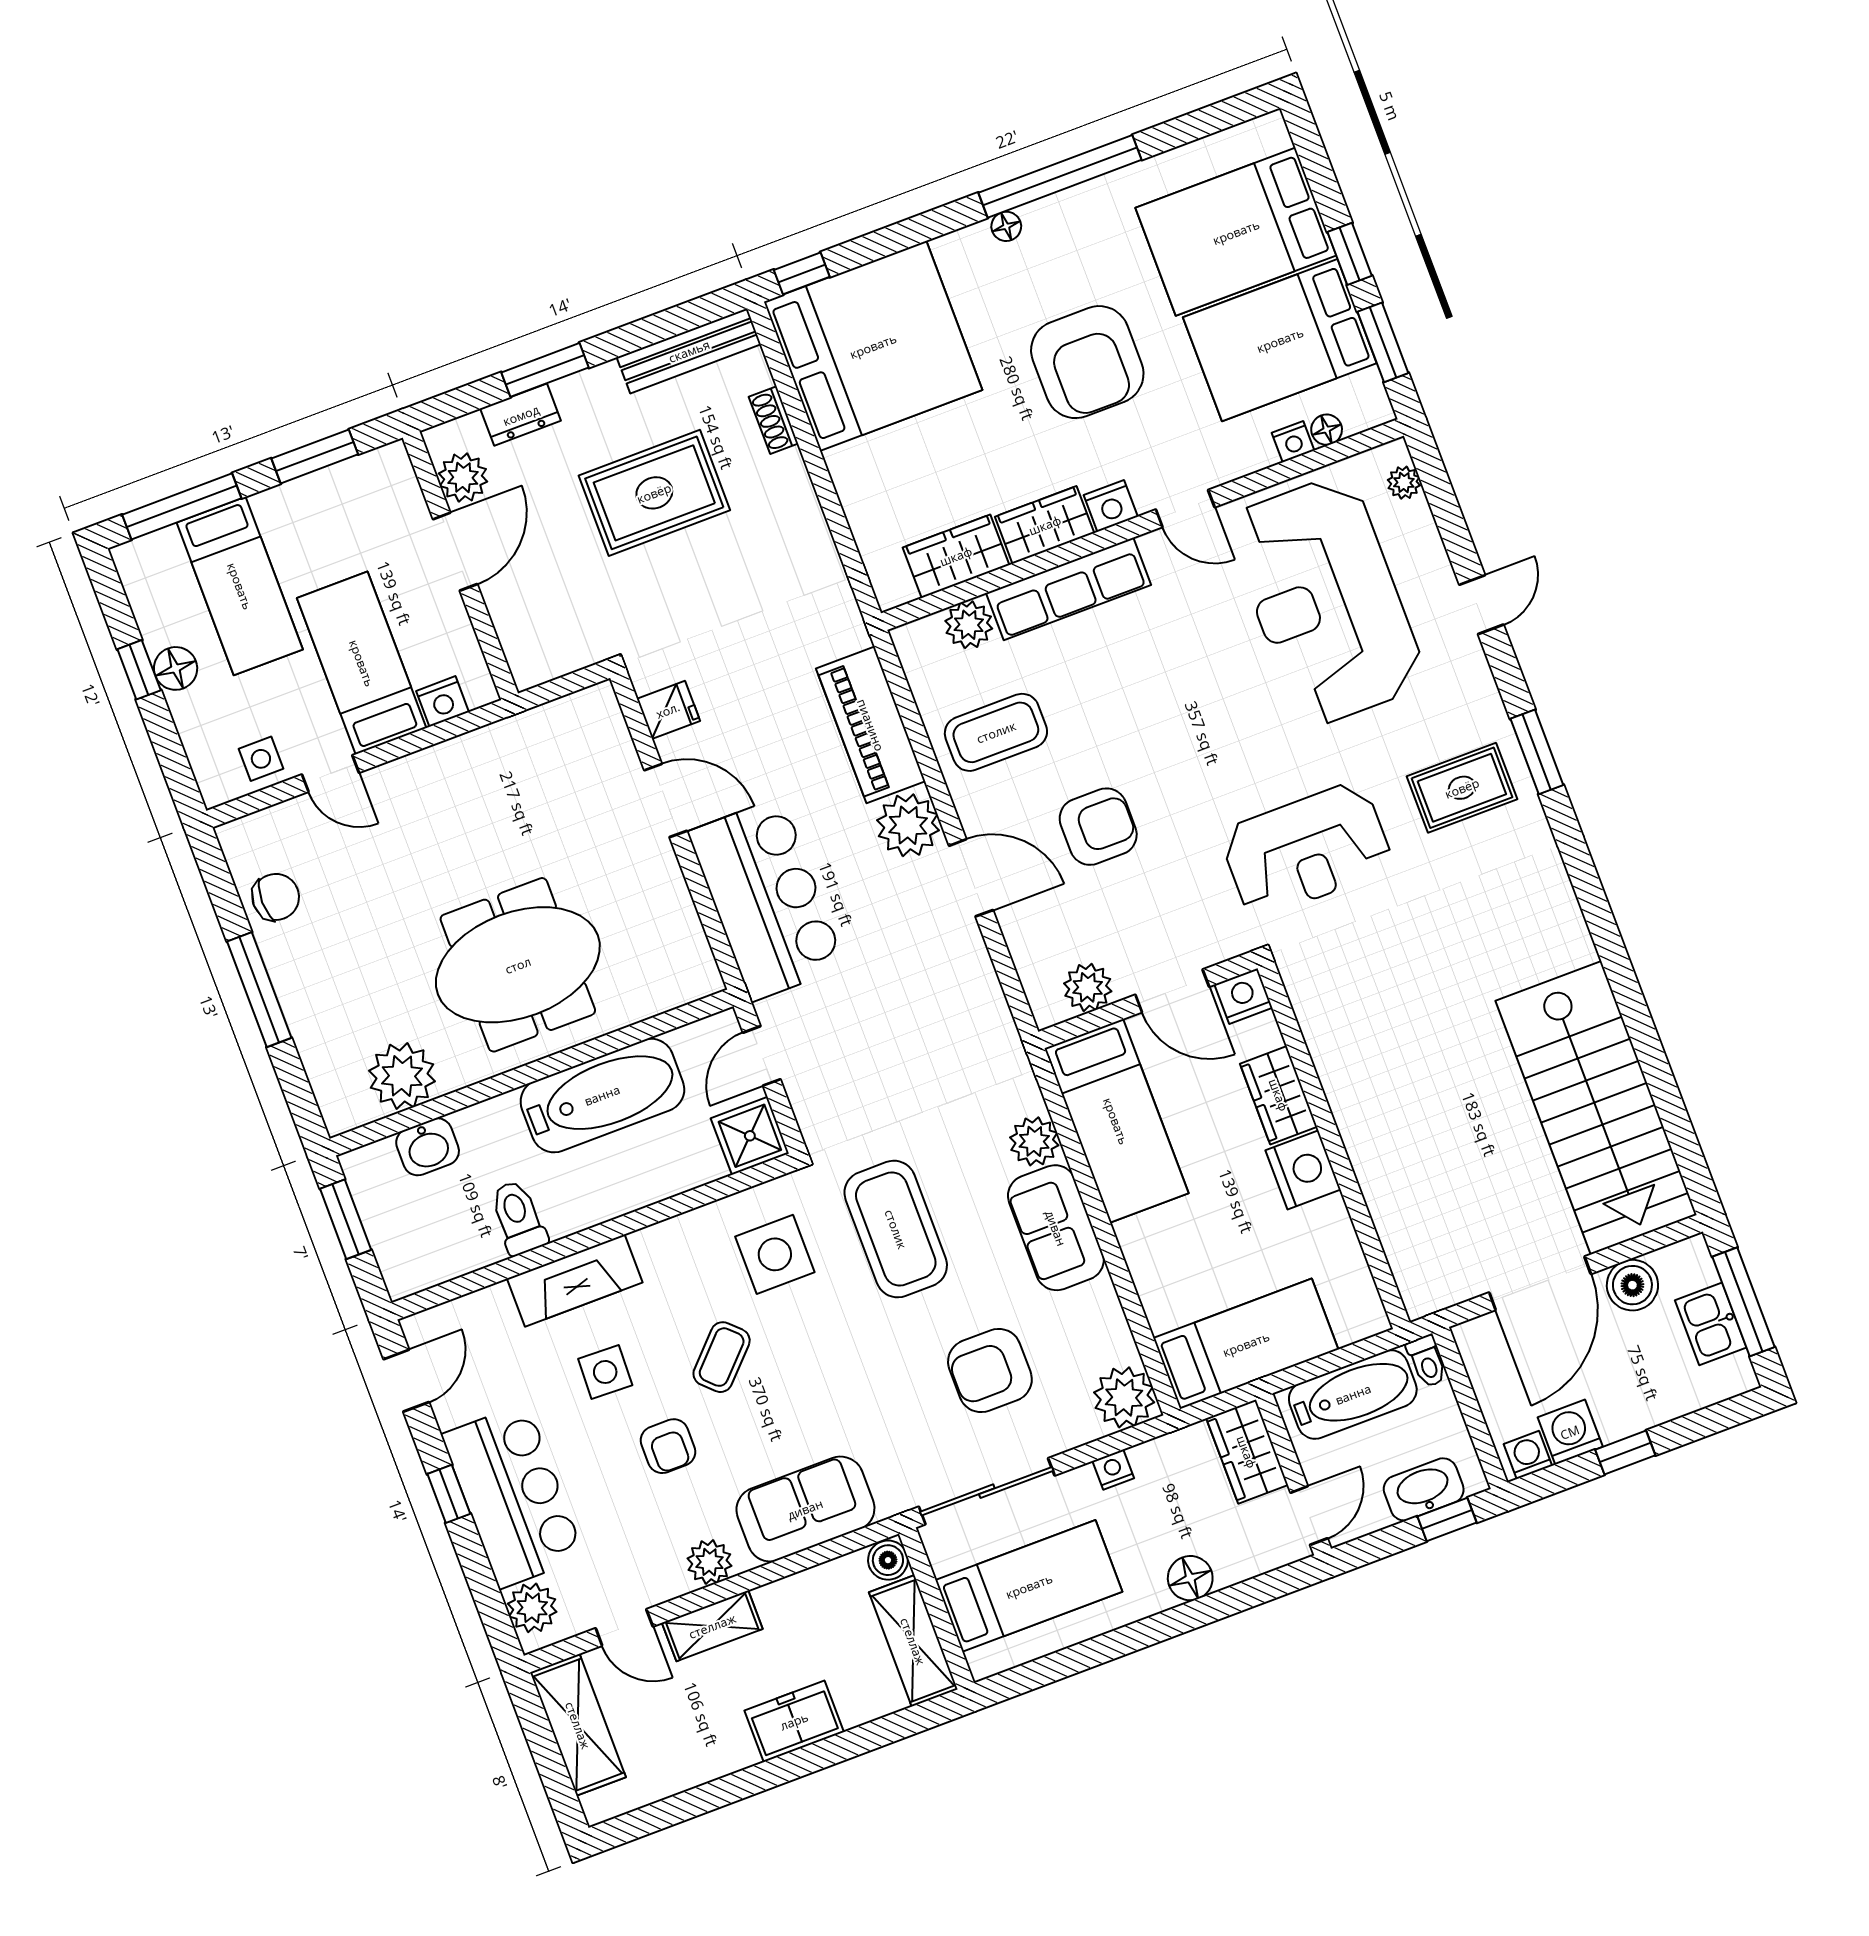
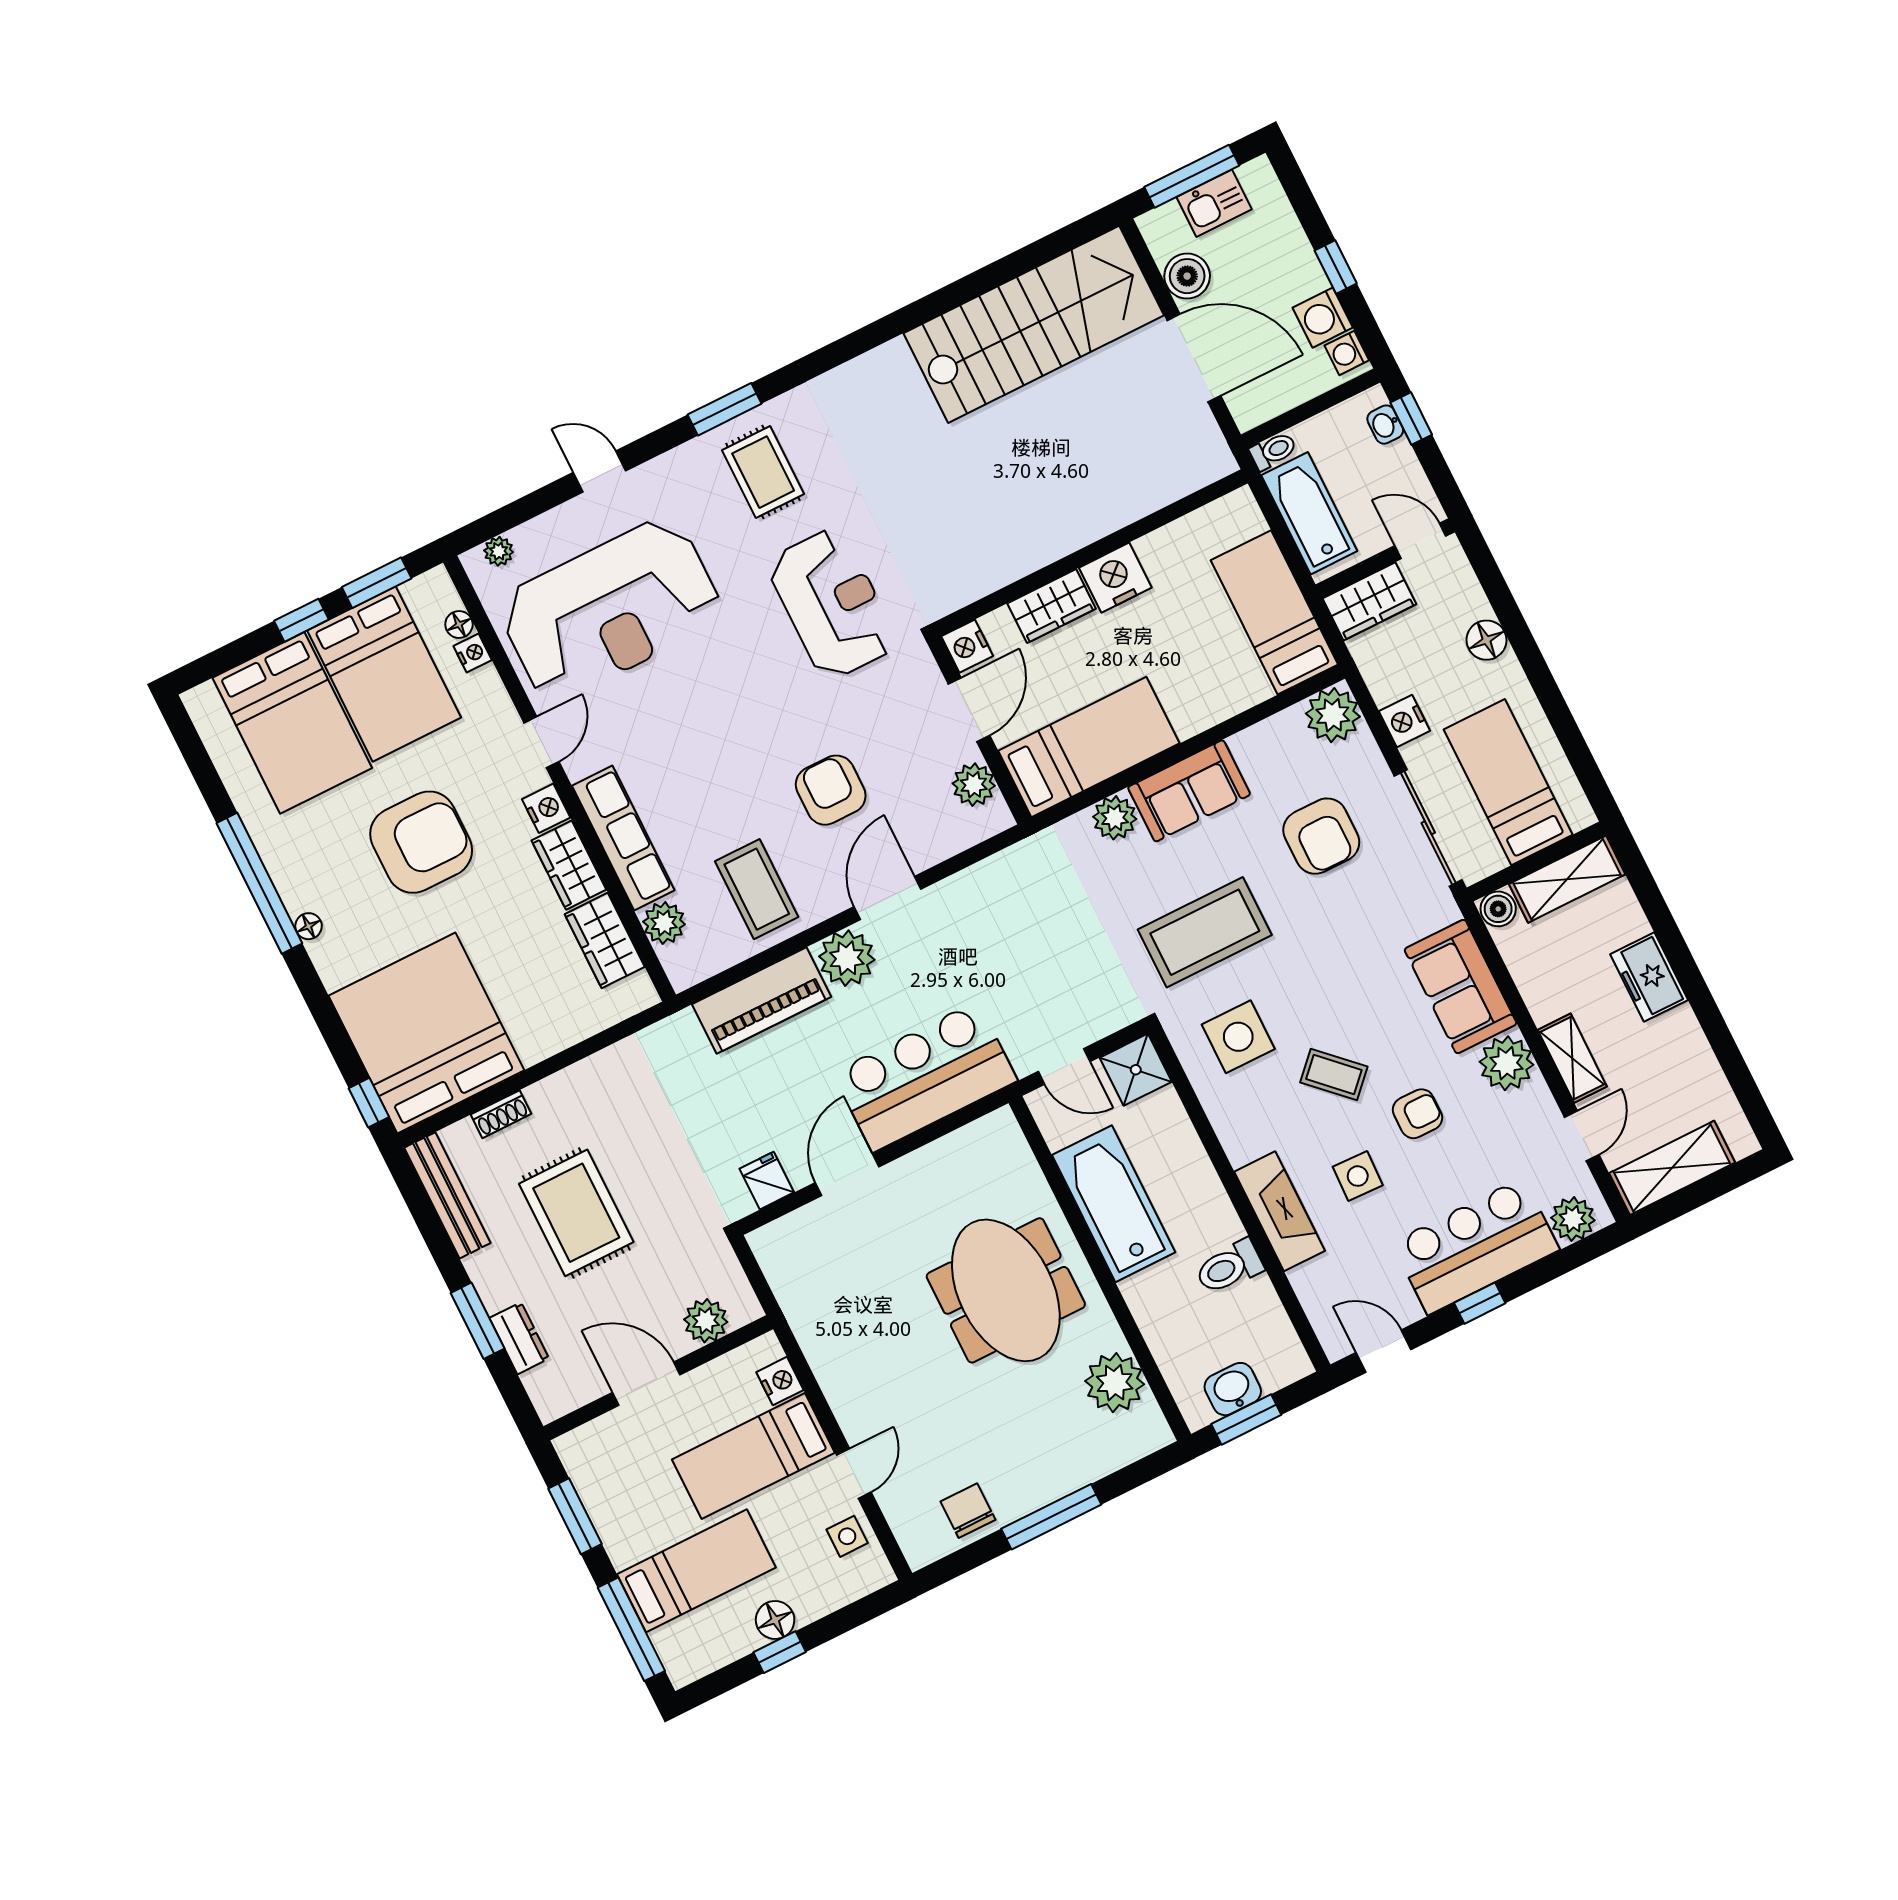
plant: (463, 477) -> (706, 1321), moved
washbasin: (428, 1147) -> (1233, 1389), moved, turned -90
nightstand: (1113, 1470) -> (1404, 721), width x1.39, depth x1.35
washbasin: (1424, 1489) -> (1385, 425), width x0.52, depth x0.69
plant: (709, 1562) -> (1506, 1063), width x1.36, depth x1.36

